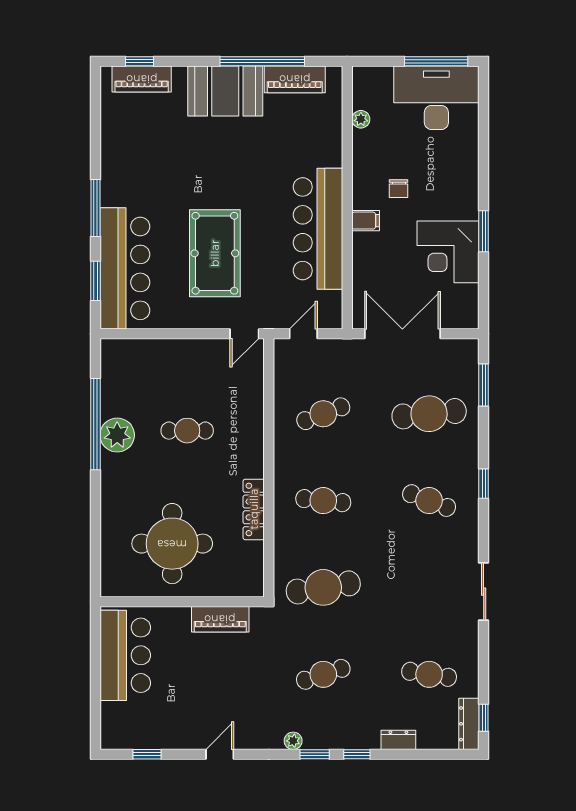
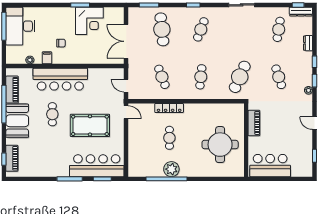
cafe table: (240, 169) -> (52, 114), added
filing cabinet: (366, 221) -> (47, 58), moved
bar counter: (318, 229) -> (60, 79), moved
locker: (254, 509) -> (169, 108), moved
cafe table: (323, 587) -> (240, 77), turned 33

